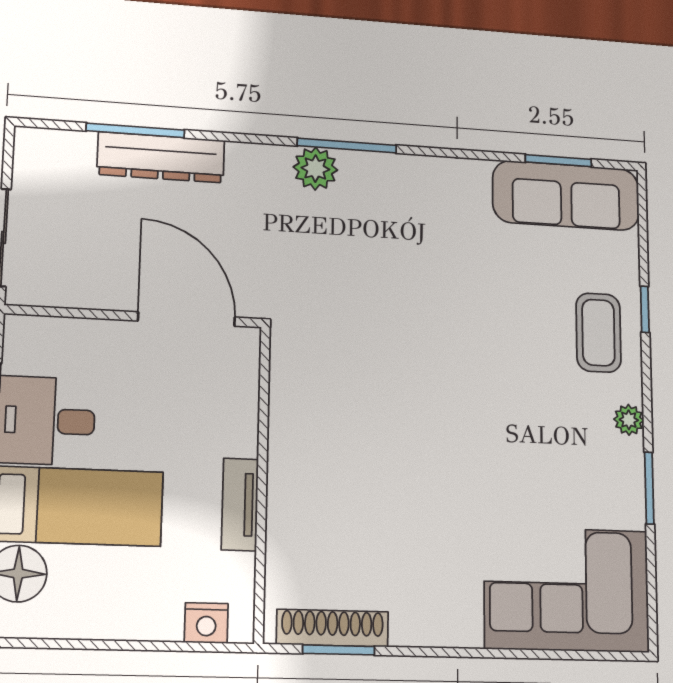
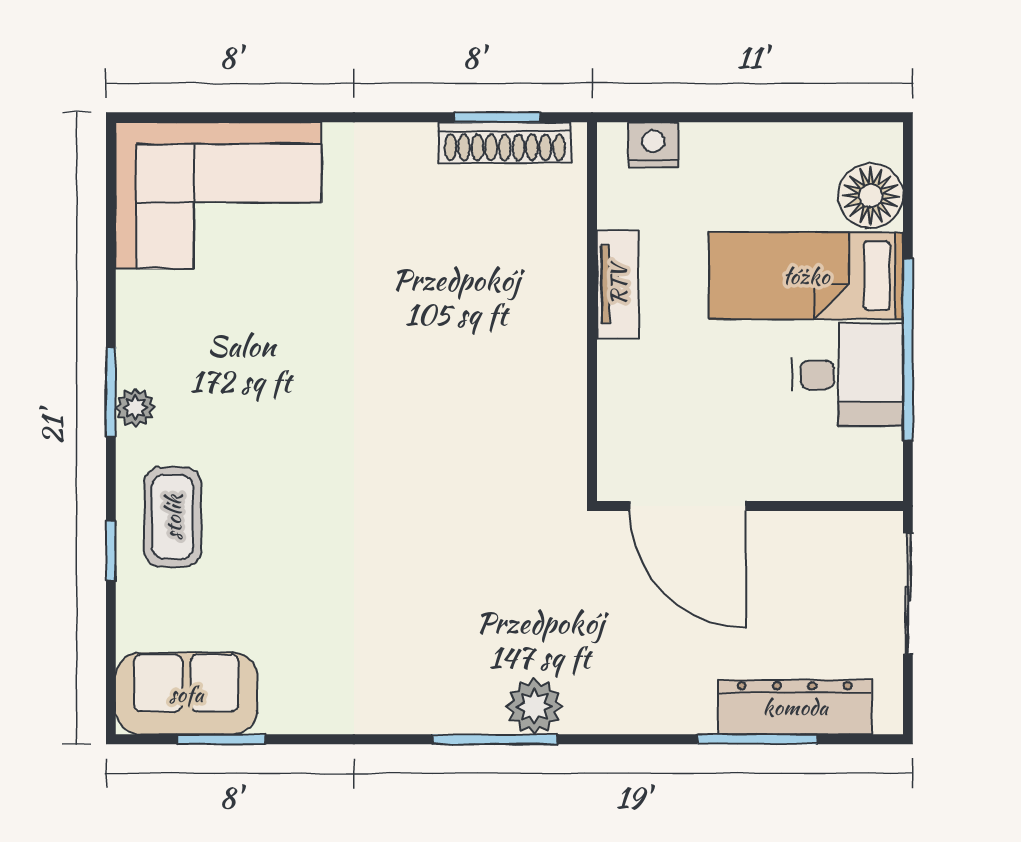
dresser: (161, 157) -> (795, 707), moved
sofa: (566, 196) -> (186, 694), width x0.73
window: (649, 488) -> (111, 392), moved

